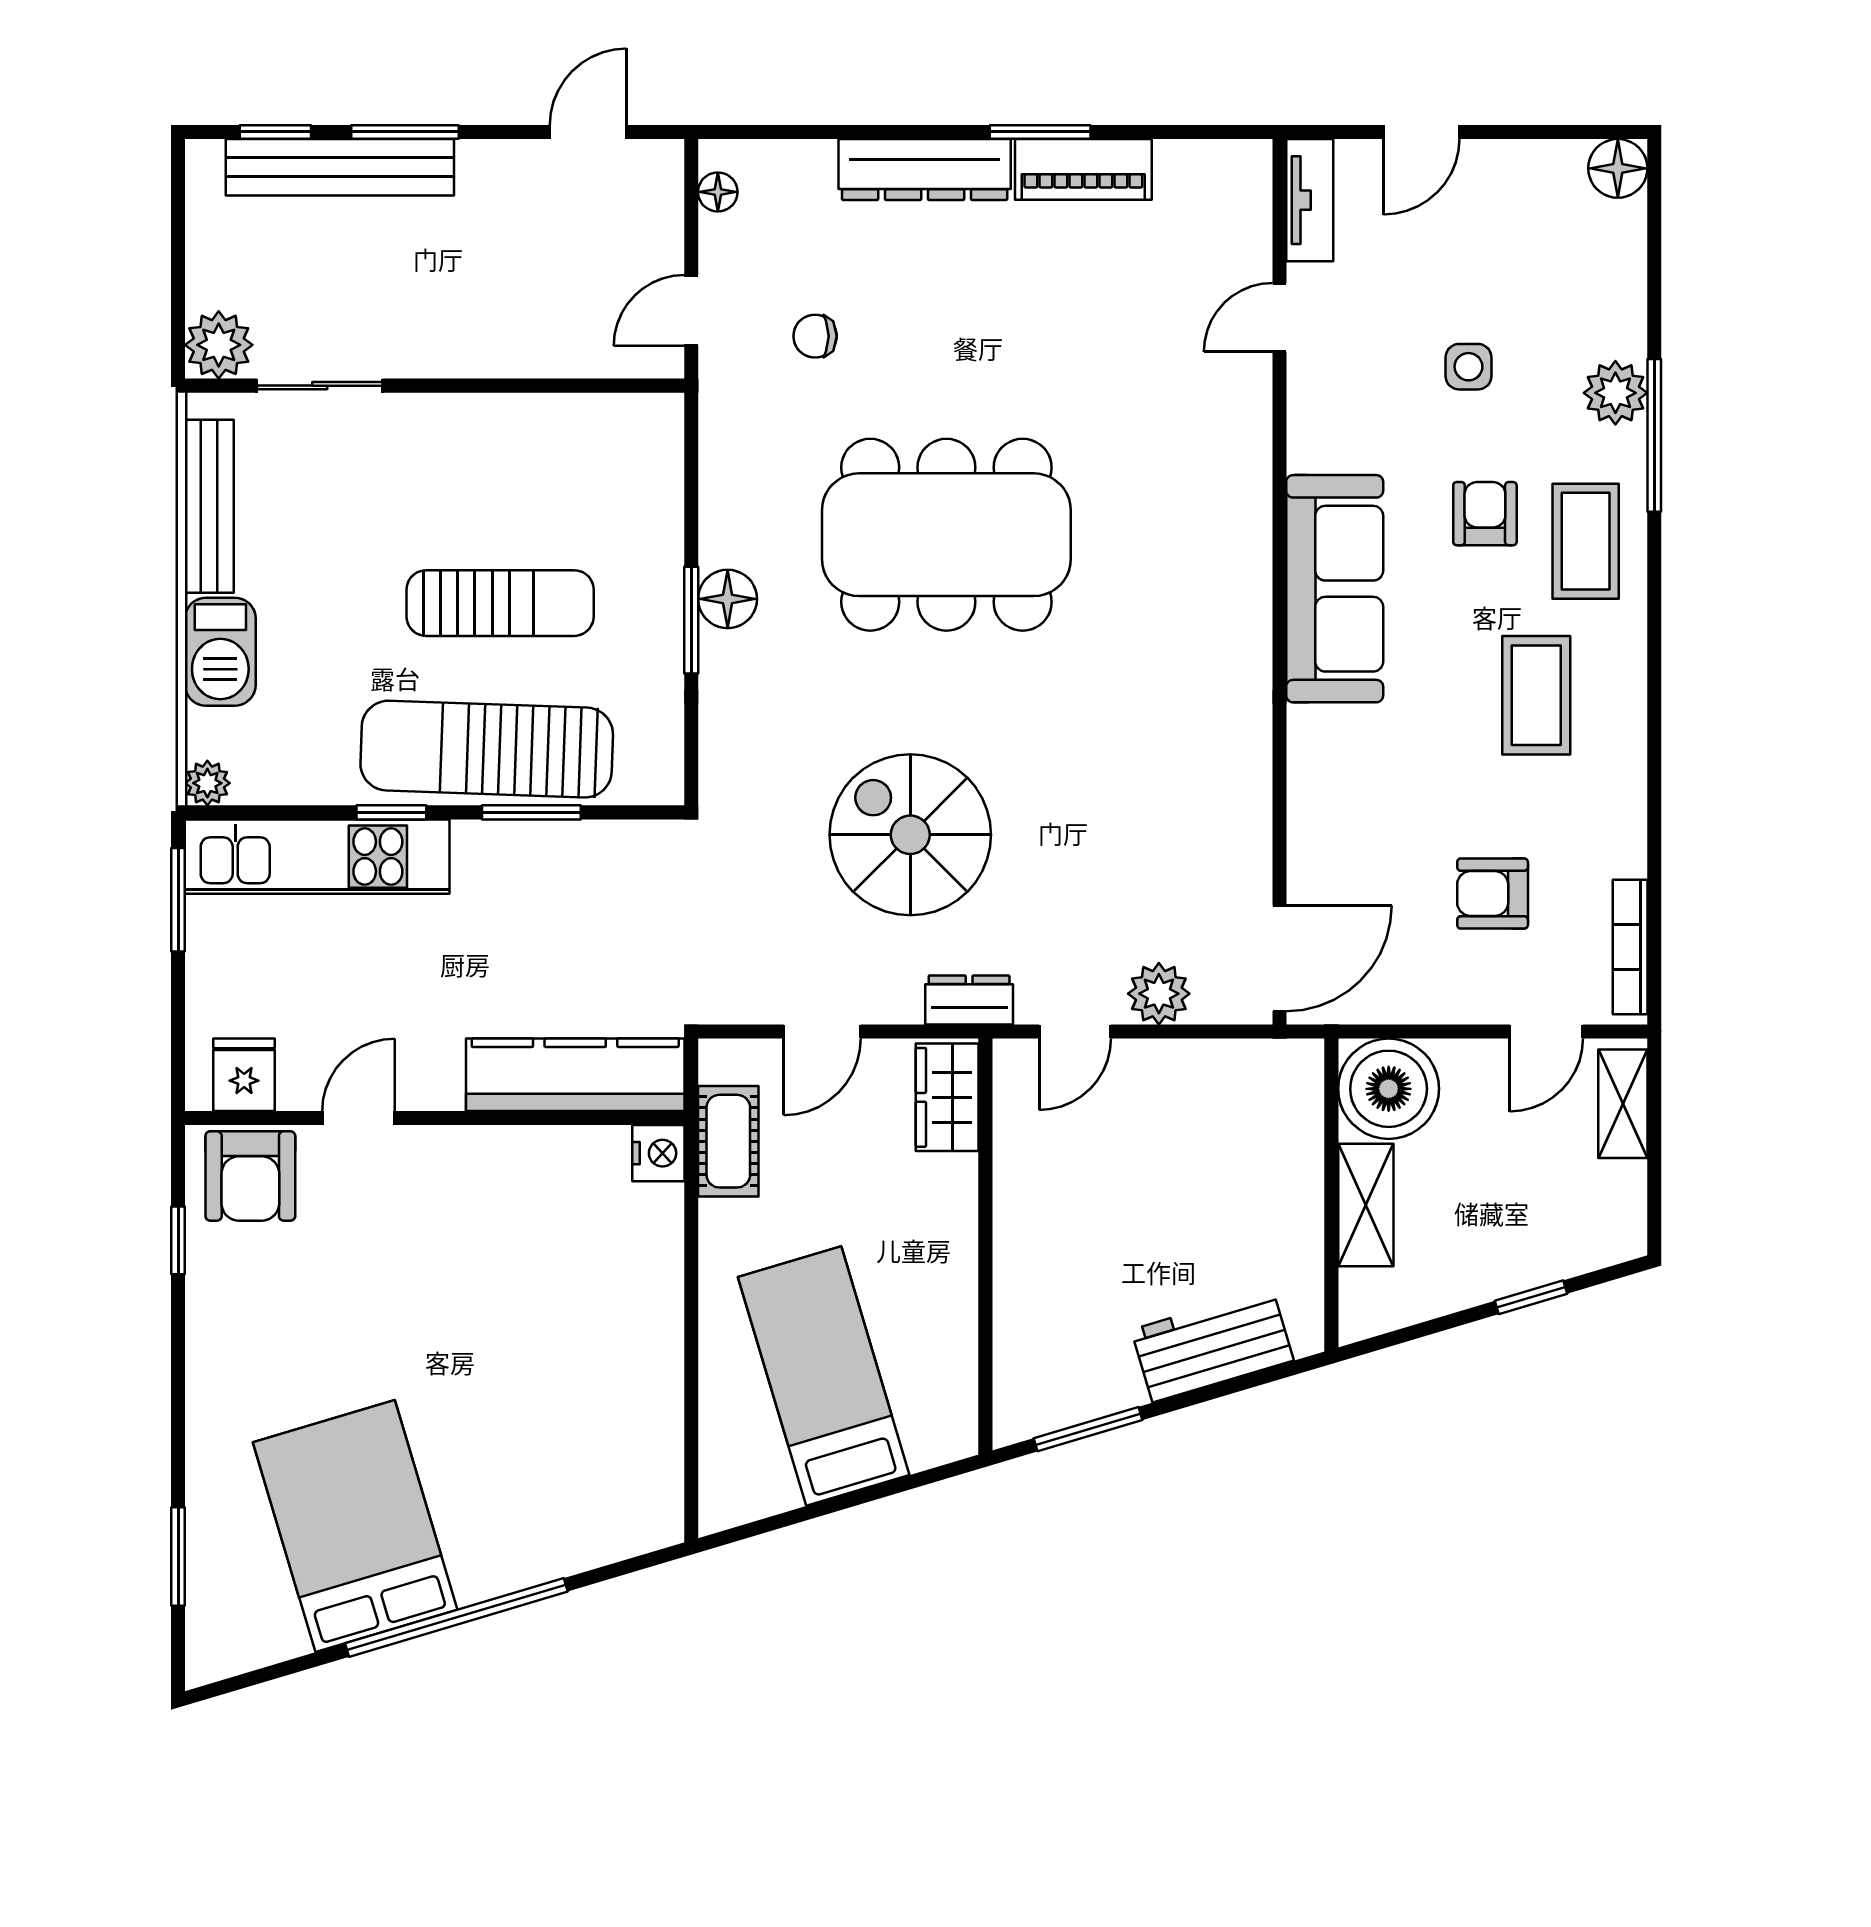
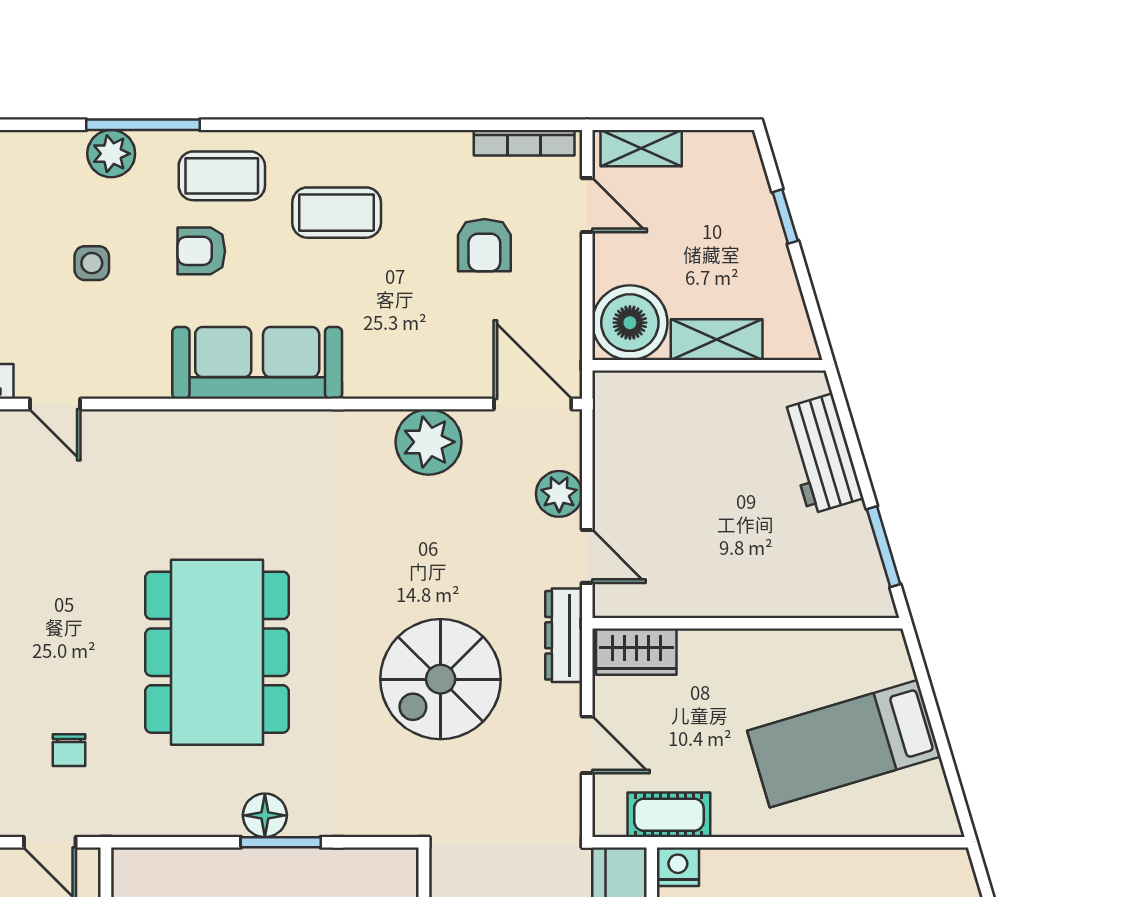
plant: (1228, 819) -> (429, 442), added
dresser: (969, 1000) -> (564, 635), width x1.44

